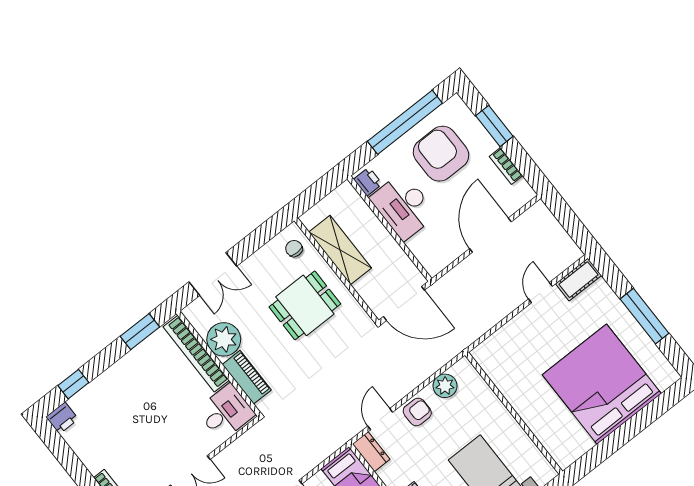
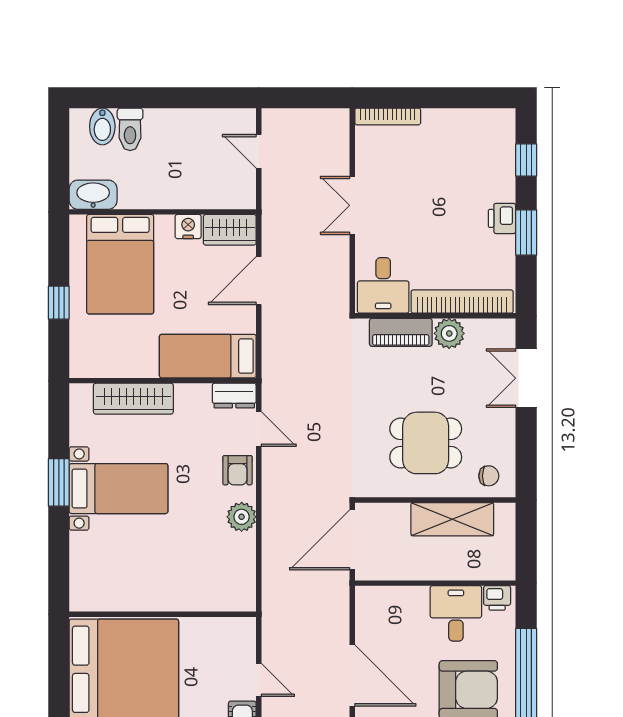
desk: (403, 206) -> (456, 613), width x0.73
dining table: (305, 305) -> (426, 443), turned 90
window: (140, 332) -> (526, 232), moved
plant: (224, 339) -> (449, 333), width x0.73, depth x0.73
wall: (514, 413) -> (163, 614), moved
printer: (62, 418) -> (502, 218), moved

